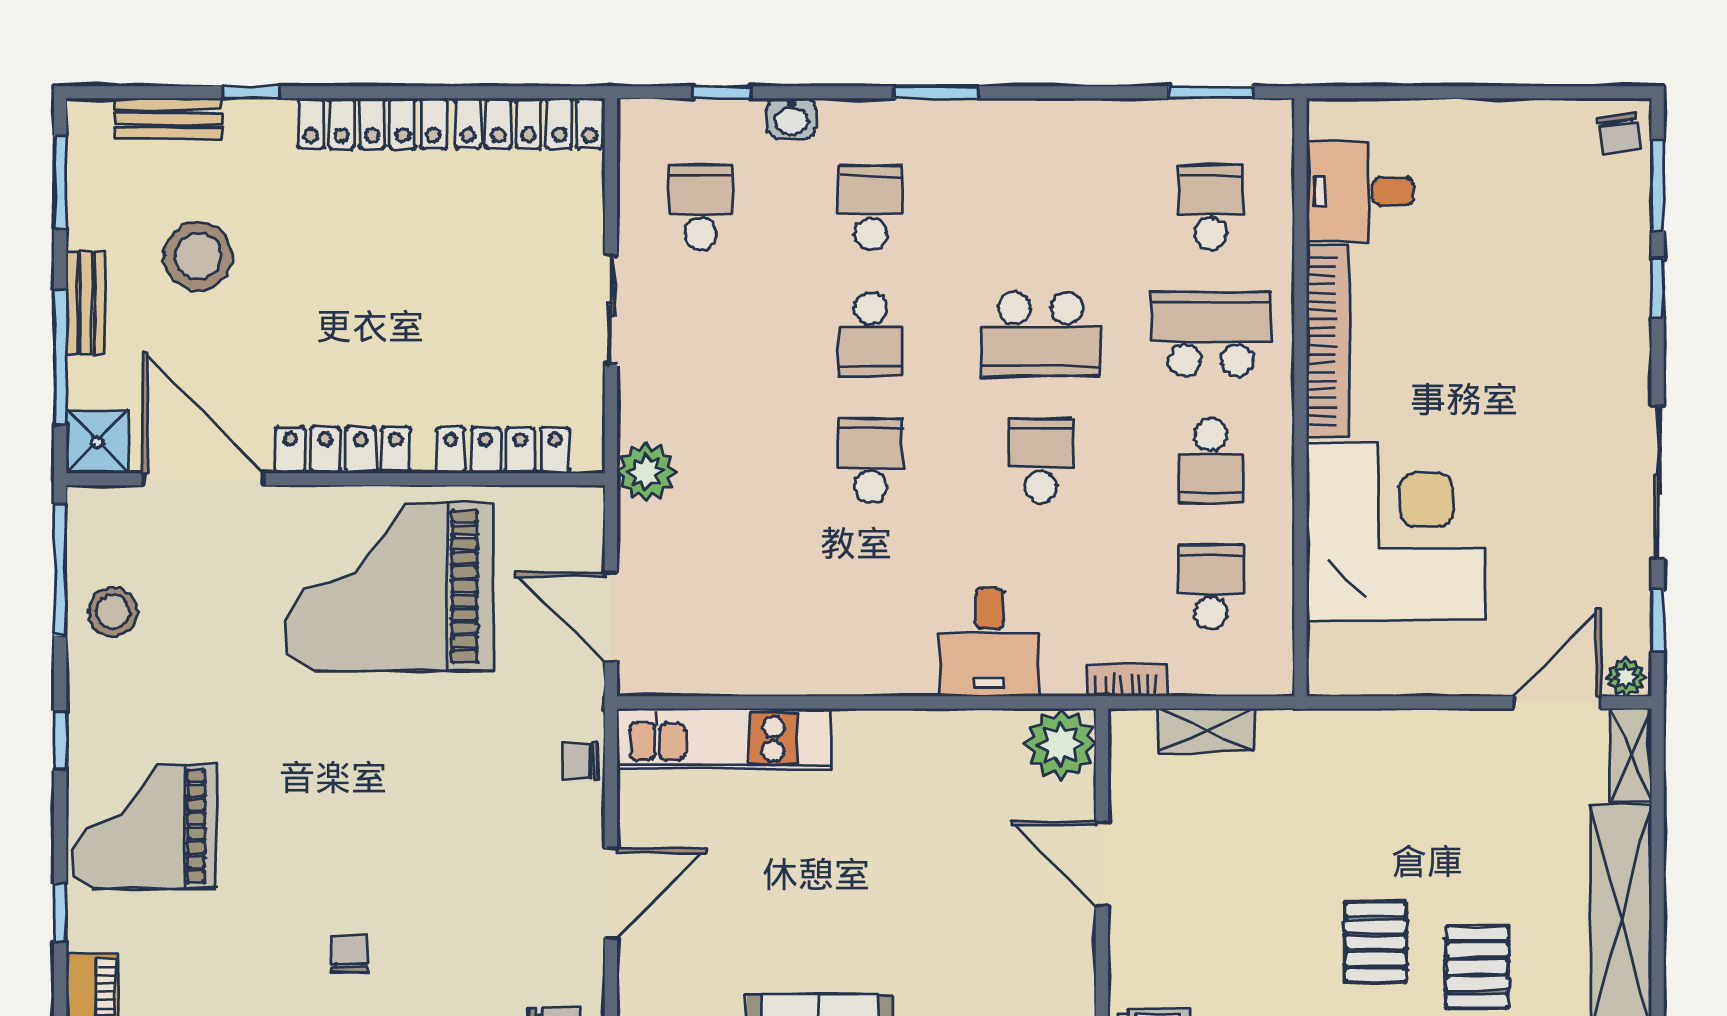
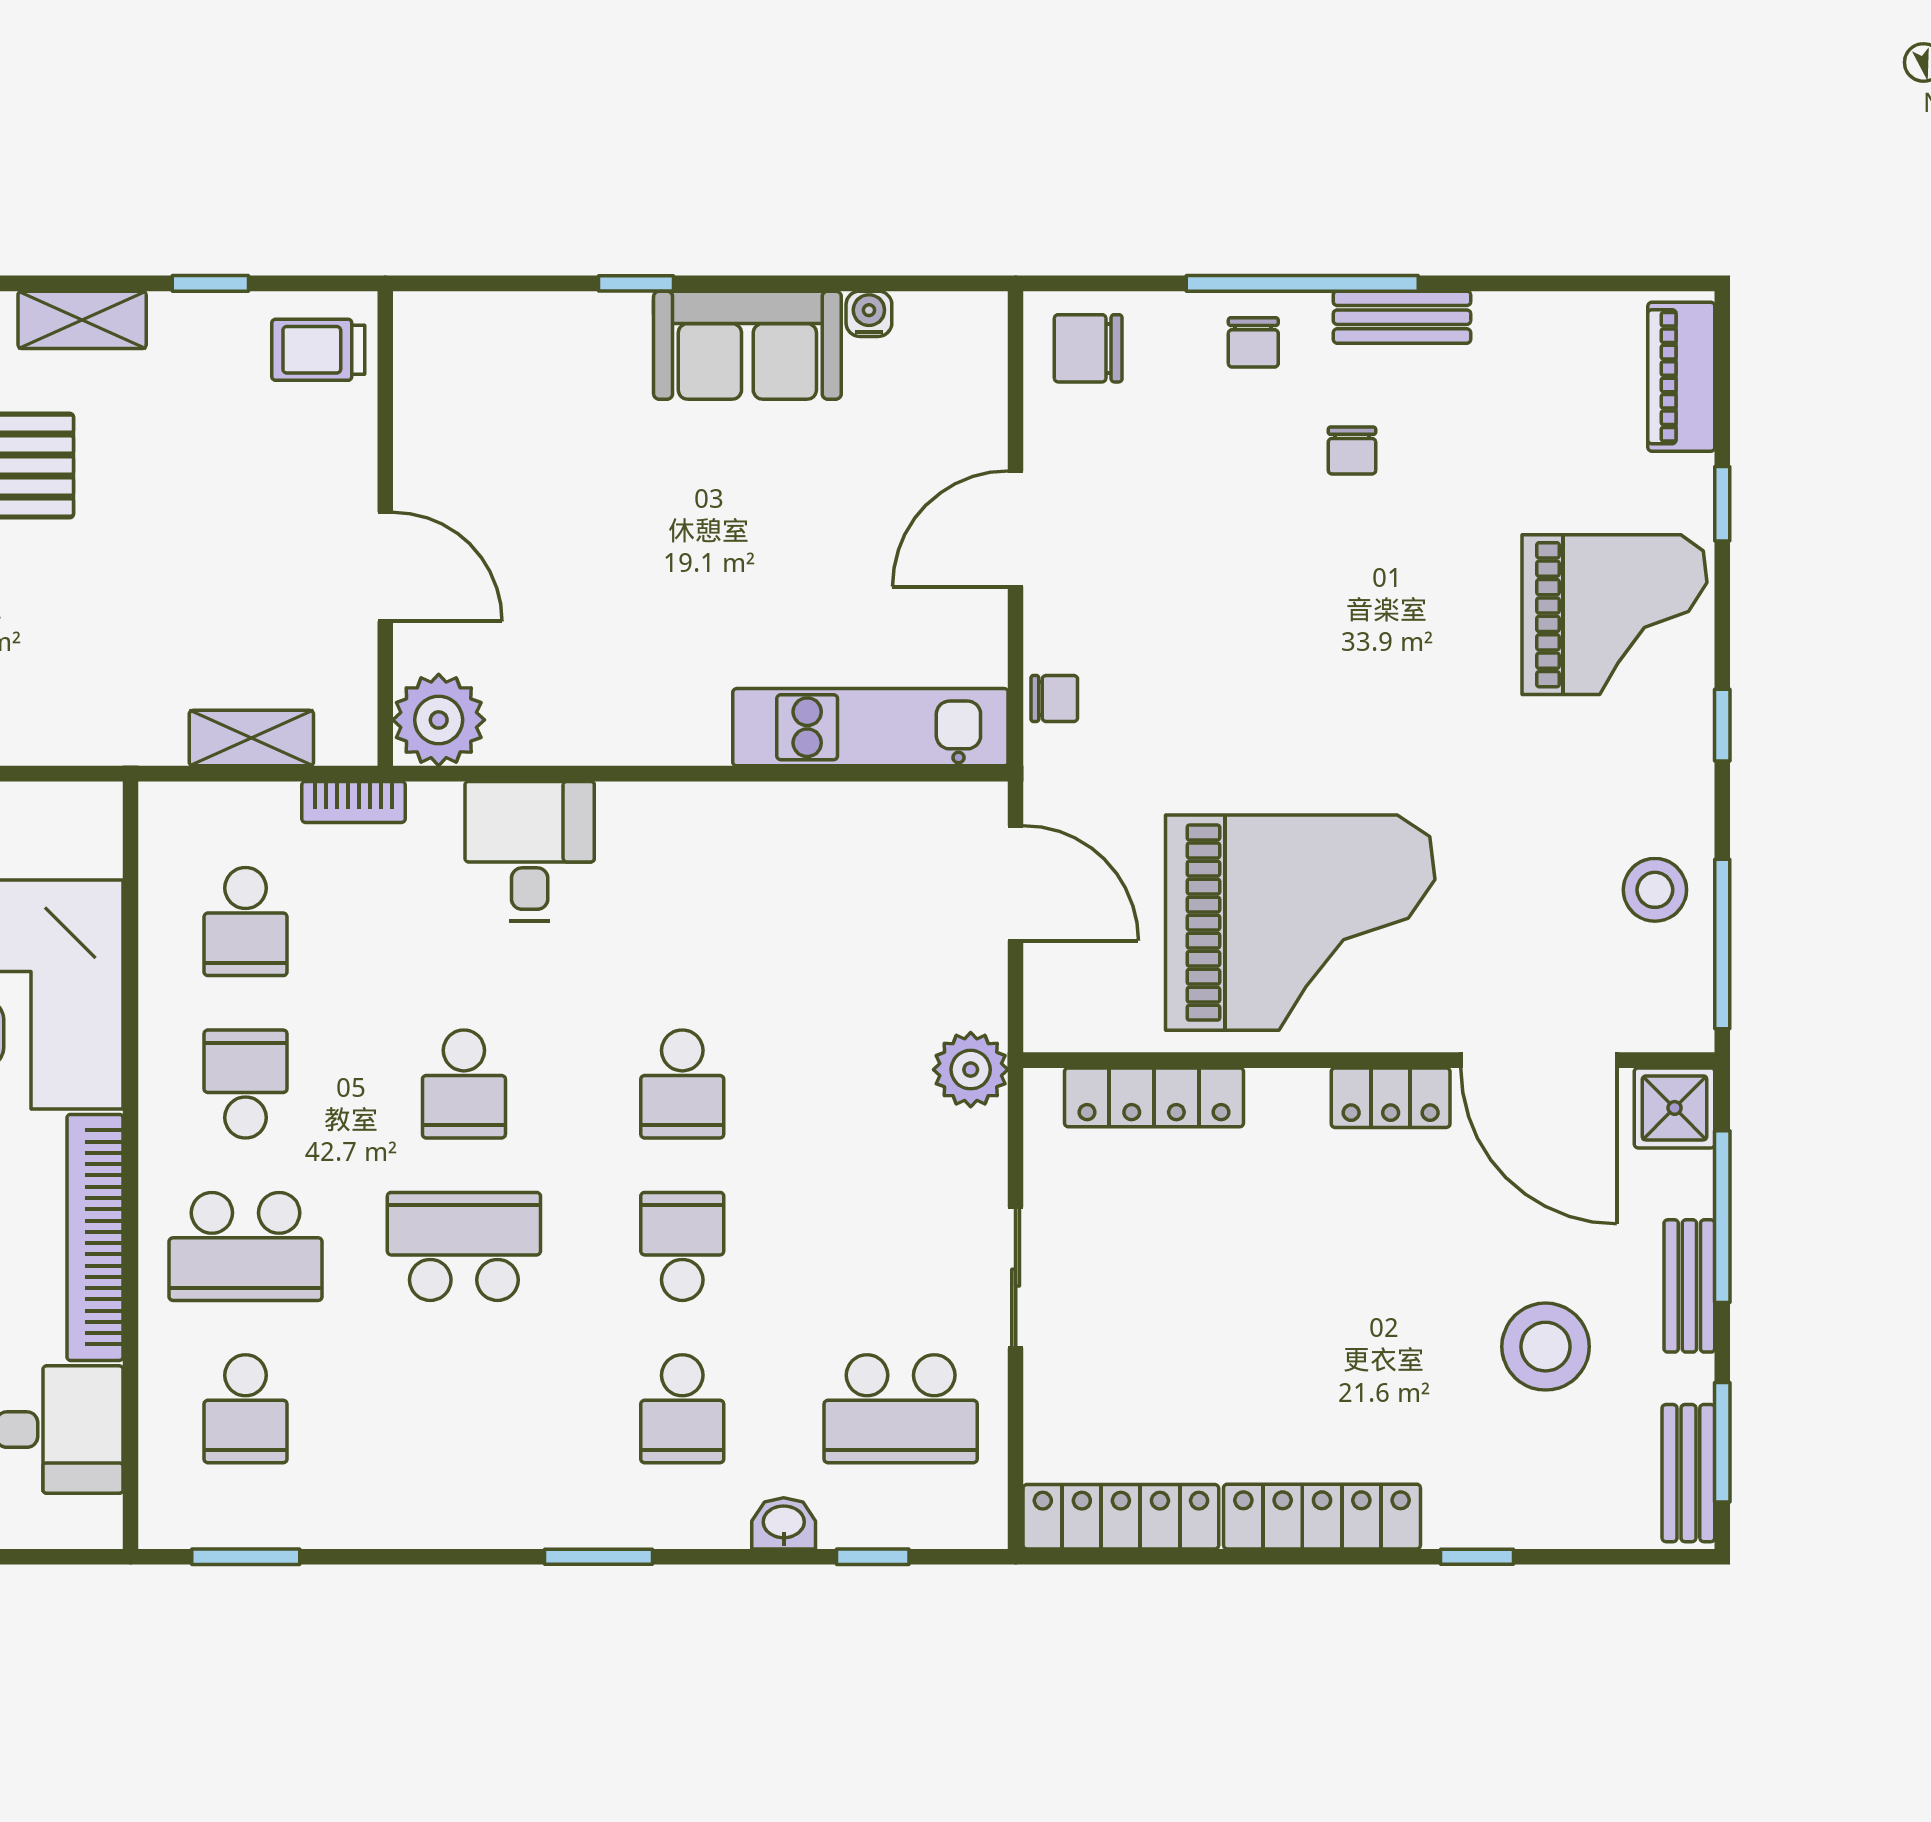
bench: (169, 119) -> (1688, 1473), moved, turned 90
school desk: (700, 208) -> (901, 1409), width x1.85
locker: (343, 450) -> (1391, 1098), width x0.66

